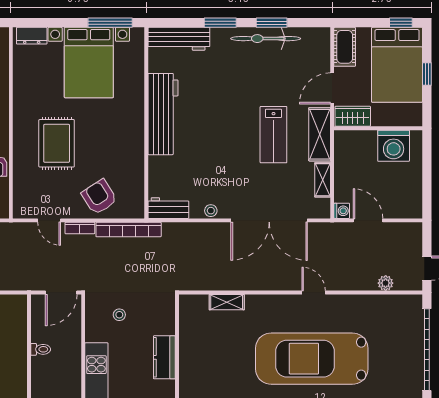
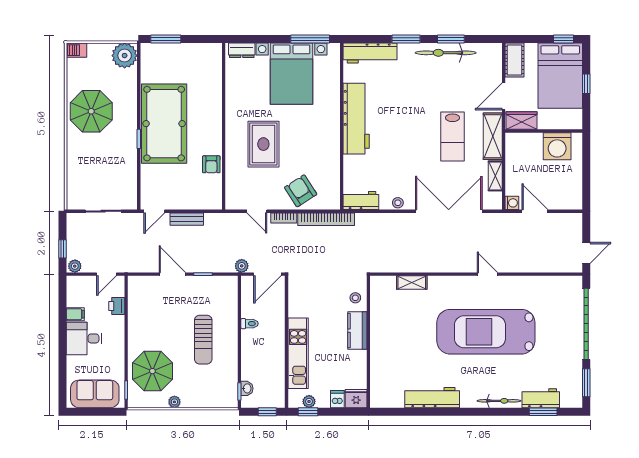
double door: (269, 220) -> (449, 211), swing flipped
plant: (386, 283) -> (242, 266), moved
stool: (119, 315) -> (355, 298), moved

